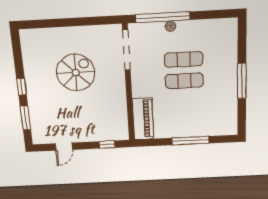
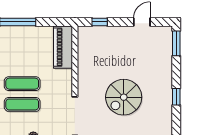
window: (22, 87) -> (176, 97), moved
window: (25, 118) -> (176, 43), moved

